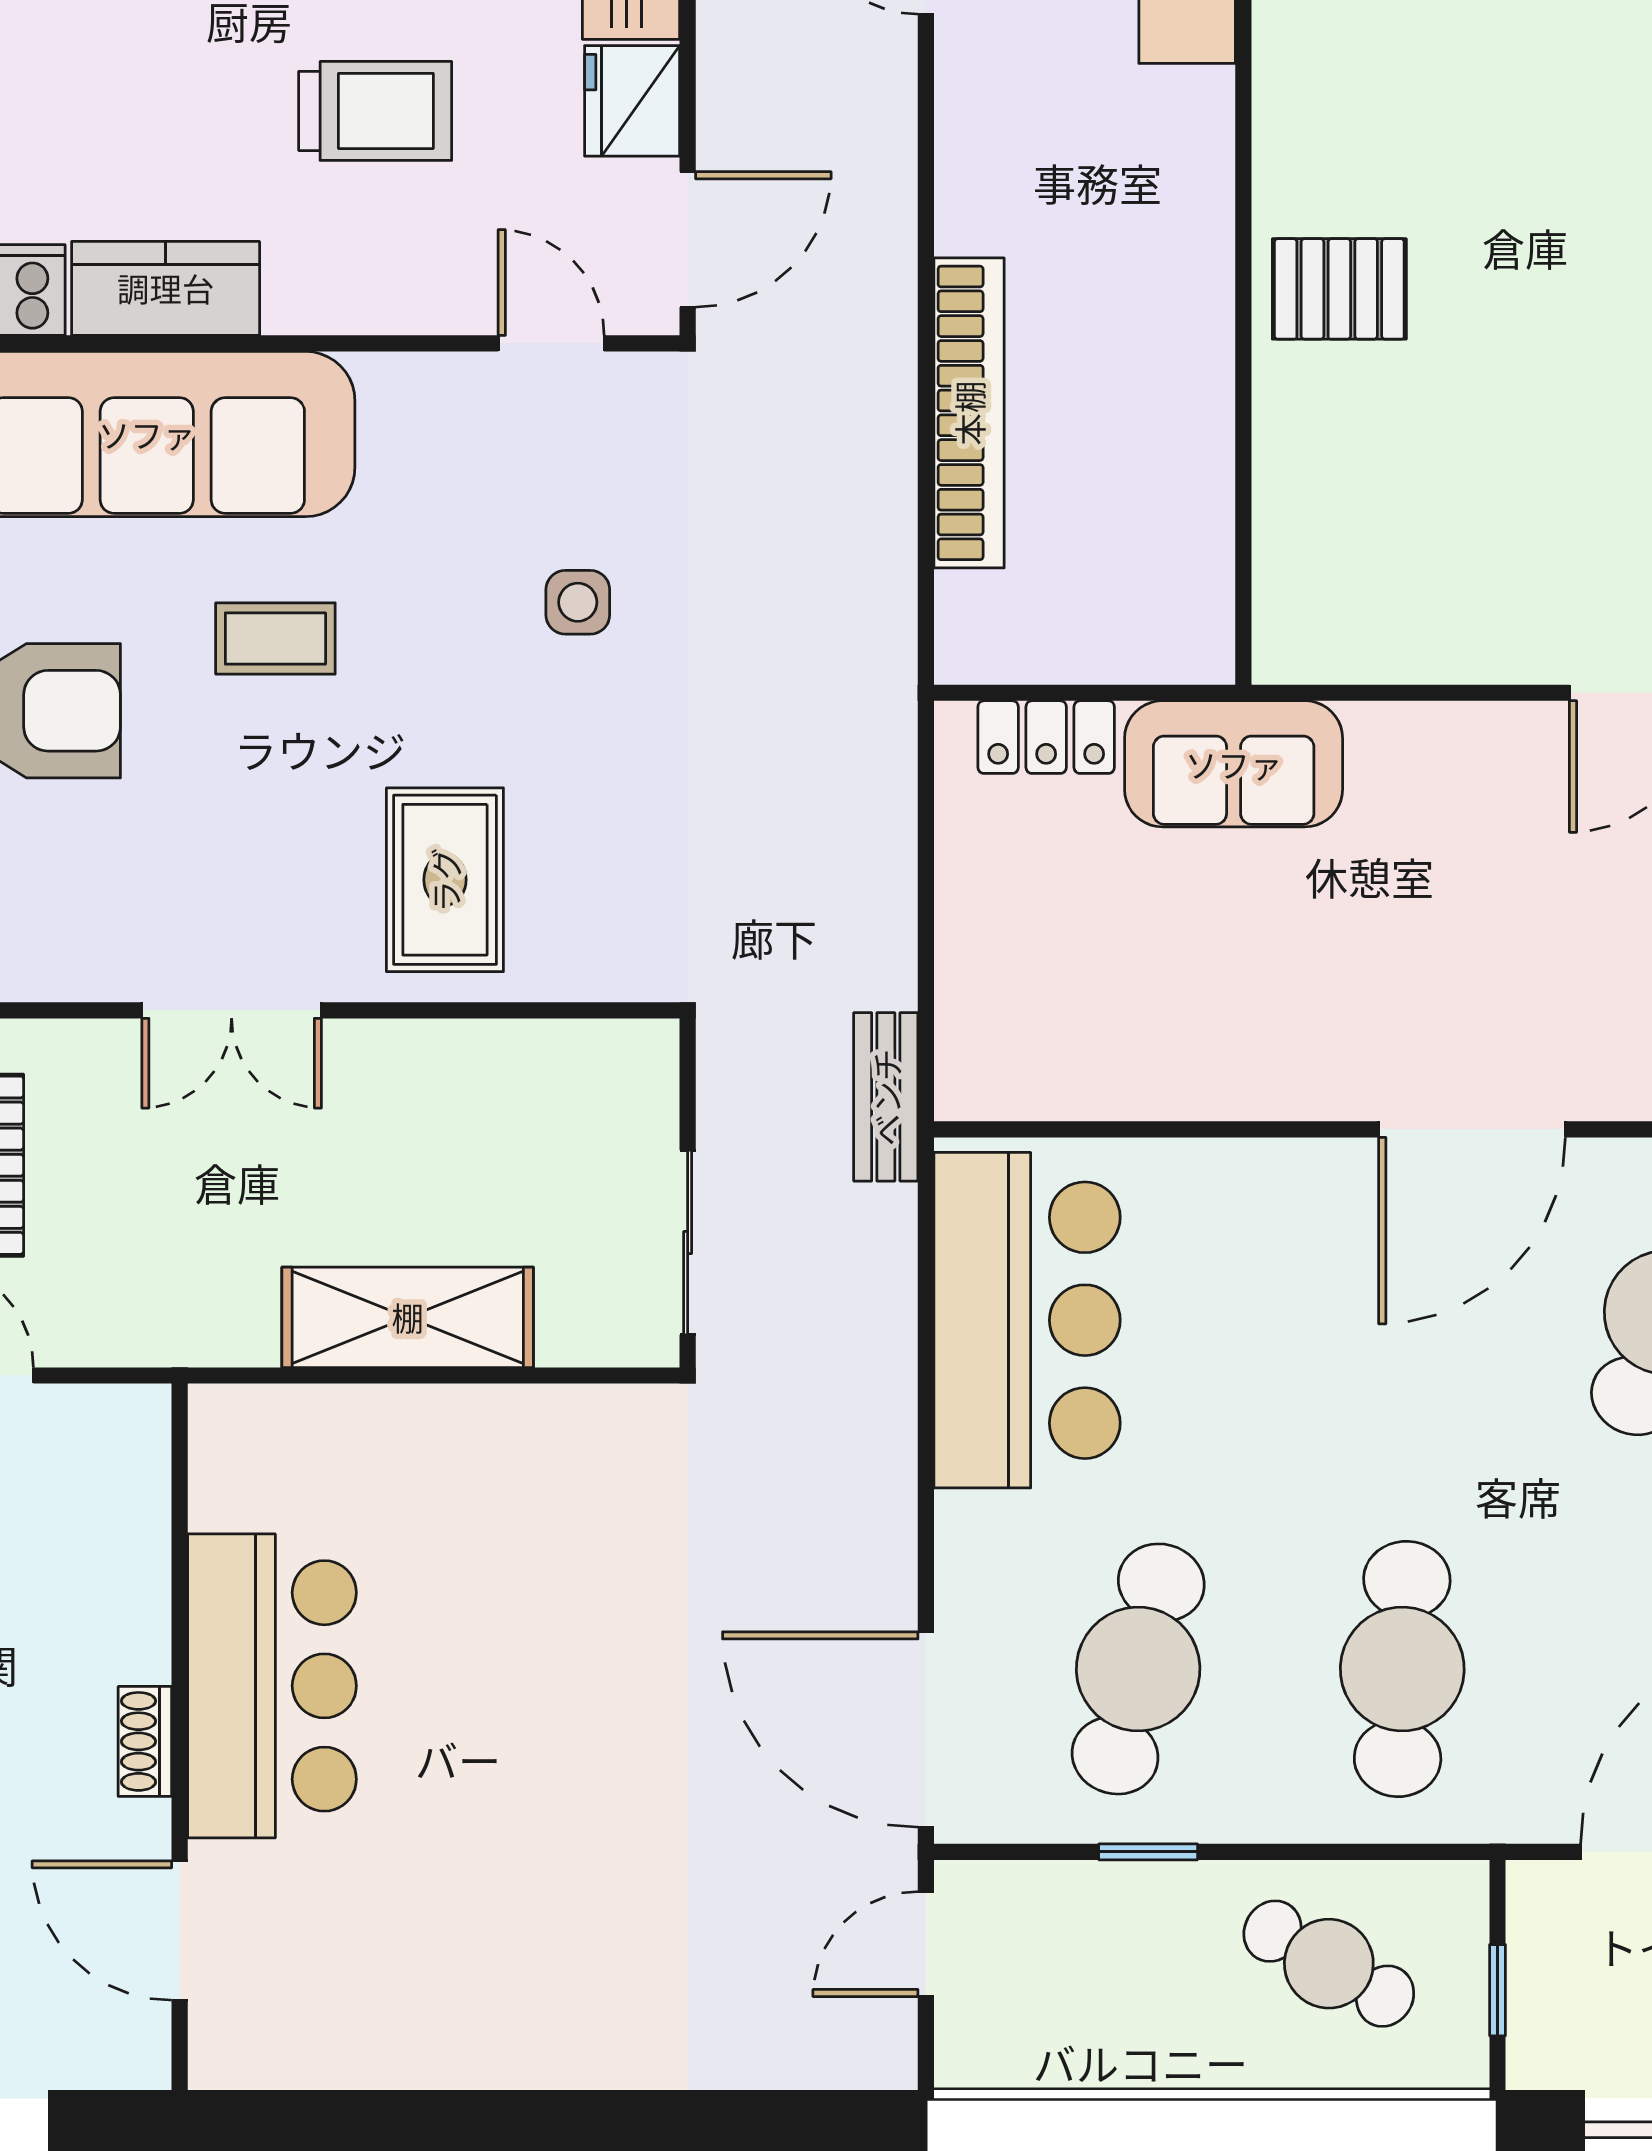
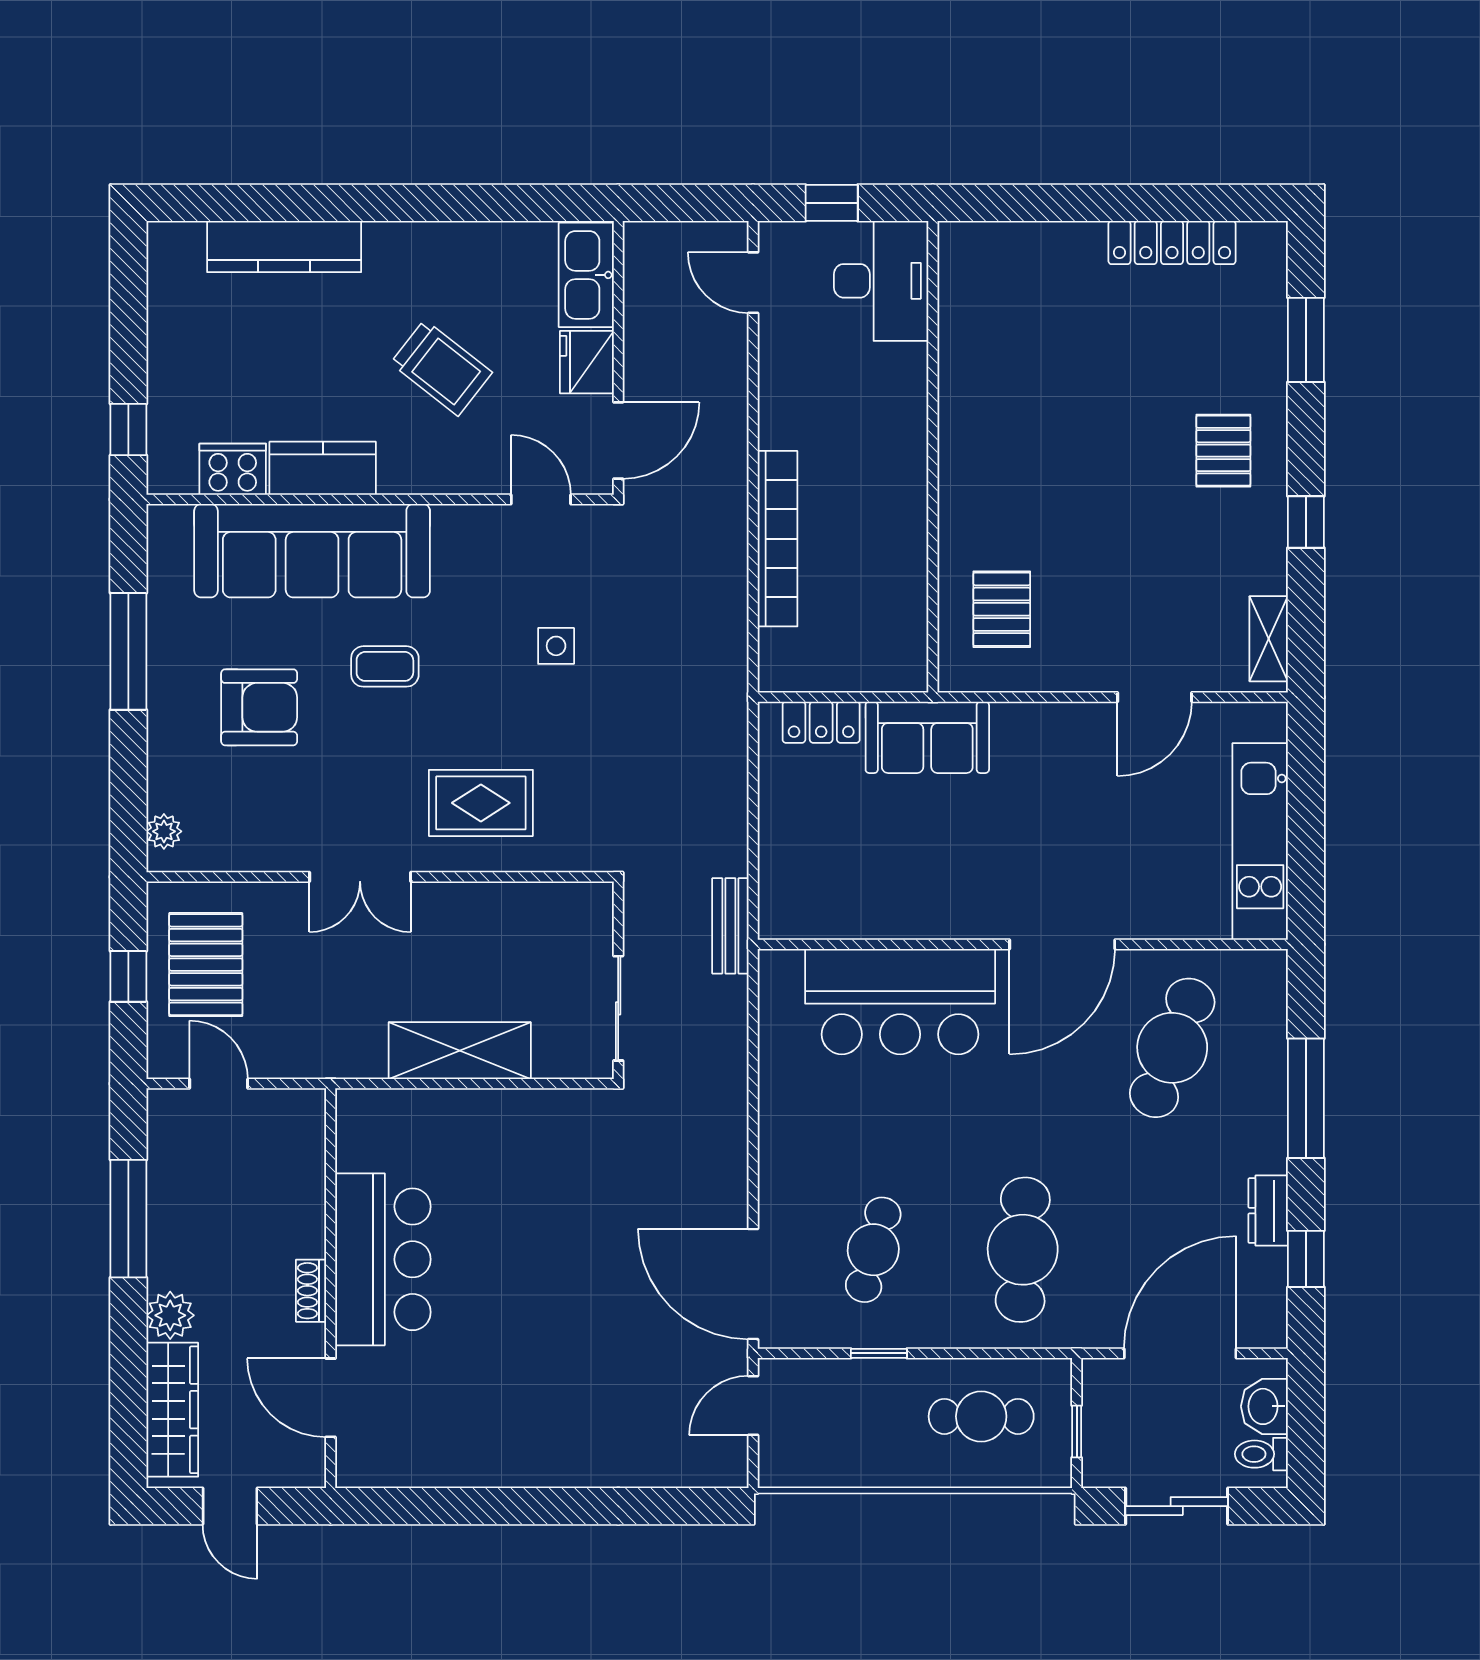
trolley: (375, 111) -> (441, 368), turned 38
pallet: (1339, 289) -> (1002, 609), moved, turned 90
rug: (445, 880) -> (481, 803), turned 90
bar counter: (1027, 1320) -> (900, 1002), moved, turned 90
cafe table: (1138, 1669) -> (873, 1250), width x0.73, depth x0.74
cafe table: (1329, 1964) -> (981, 1416), turned -30

